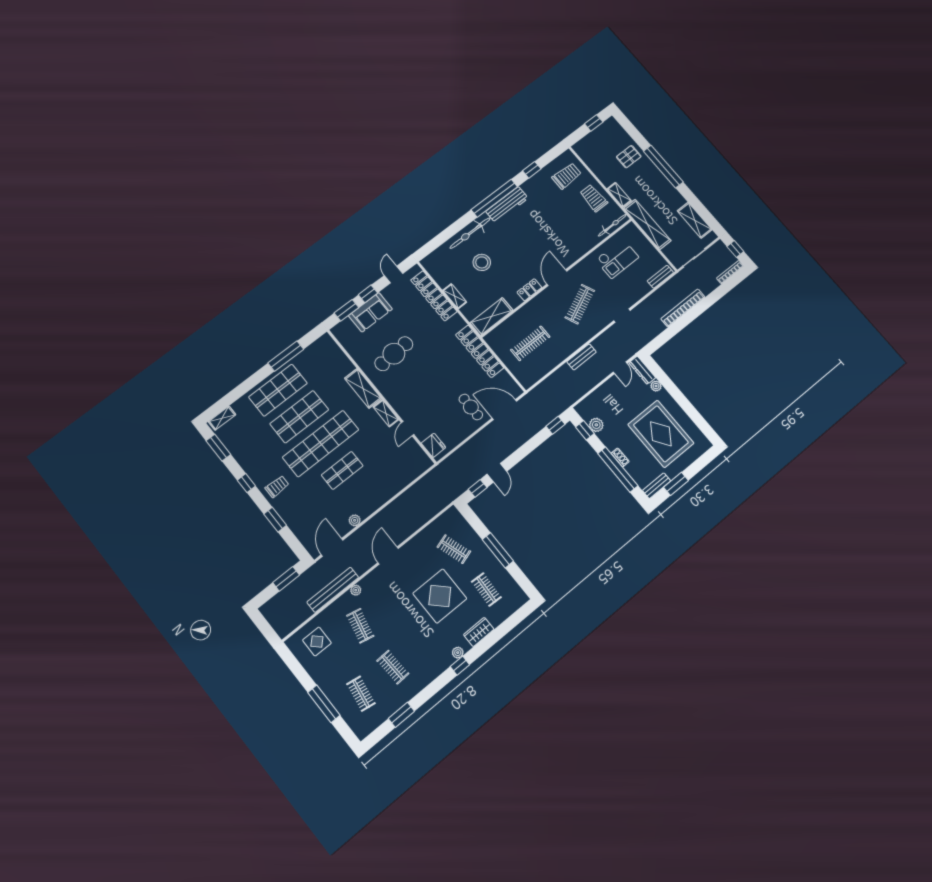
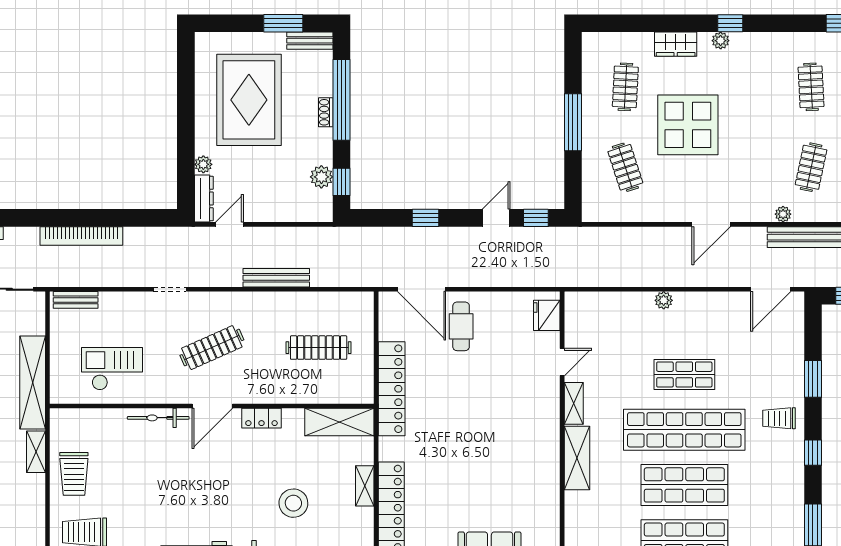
bicycle: (612, 225) -> (158, 418), moved
cafe table: (394, 354) -> (503, 472), removed
bench: (581, 357) -> (276, 278), width x1.36
window: (555, 425) -> (425, 218), moved
plant: (355, 520) -> (664, 300), moved

